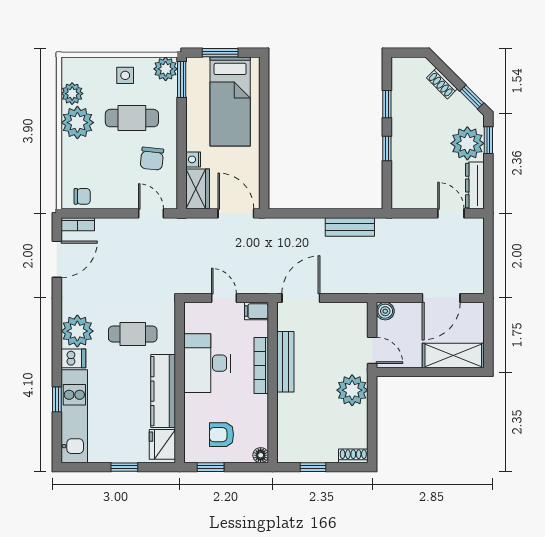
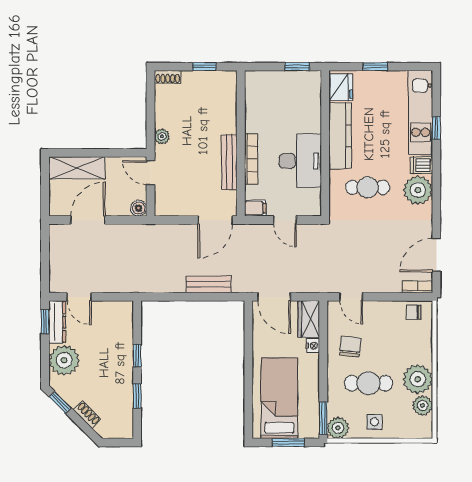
window: (488, 140) -> (45, 322), moved
bench: (350, 227) -> (209, 284), moved
plant: (352, 390) -> (162, 136), width x0.53, depth x0.53
armchair: (222, 435) -> (287, 96), removed
floor lamp: (261, 455) -> (252, 77), removed

